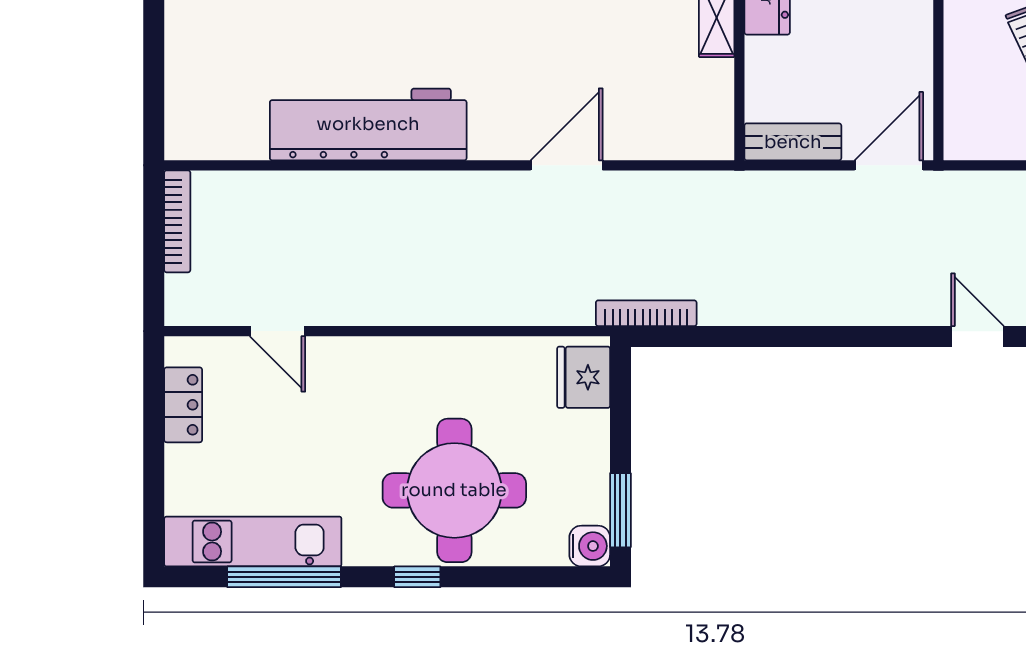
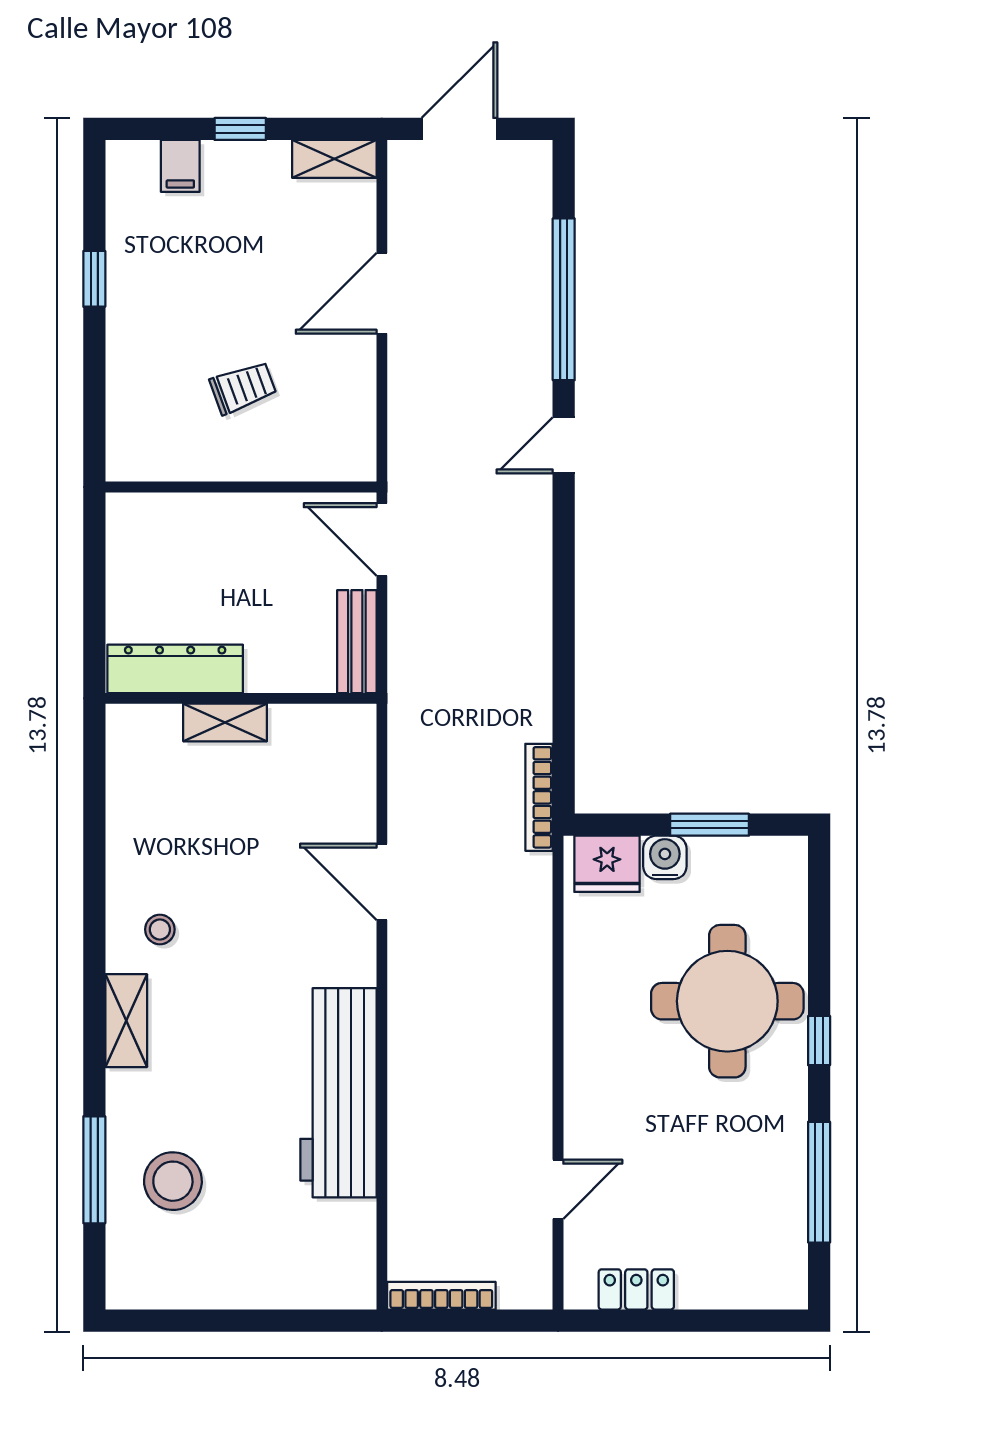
window: (620, 510) -> (709, 825), moved
kitchen unit: (253, 542) -> (782, 1215), removed
water cooler: (590, 546) -> (665, 857), moved

